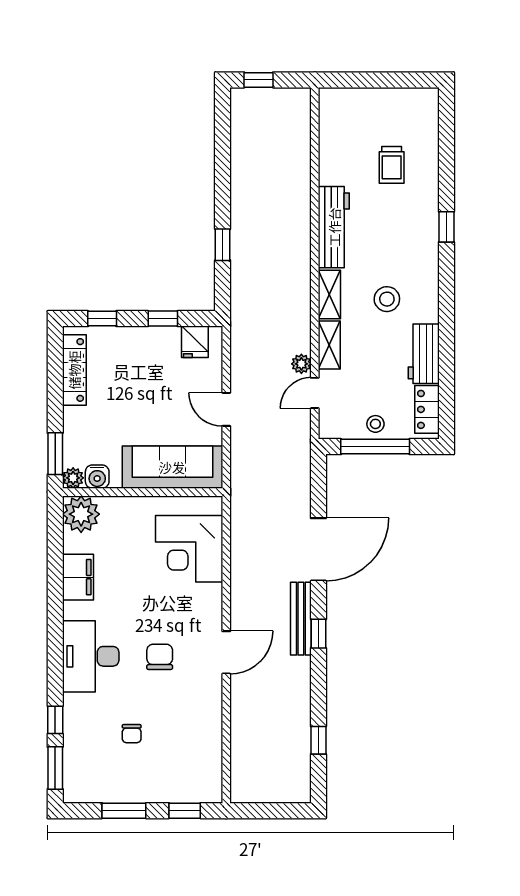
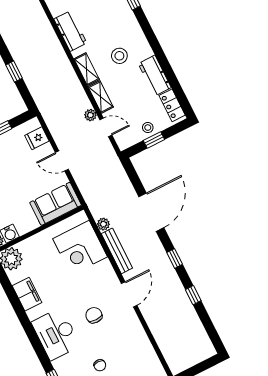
workbench: (334, 227) -> (70, 31), width x0.73
fridge: (195, 342) -> (37, 138), moved, turned 90
door: (315, 393) -> (106, 127), swing flipped
window: (375, 447) -> (154, 140), width x0.46
sofa: (172, 467) -> (56, 204), width x0.73
plant: (240, 532) -> (103, 224), added
bench: (301, 619) -> (117, 251), moved
window: (318, 740) -> (193, 295), moved

